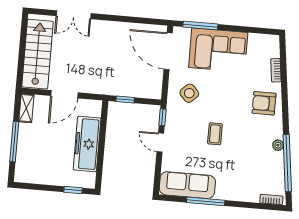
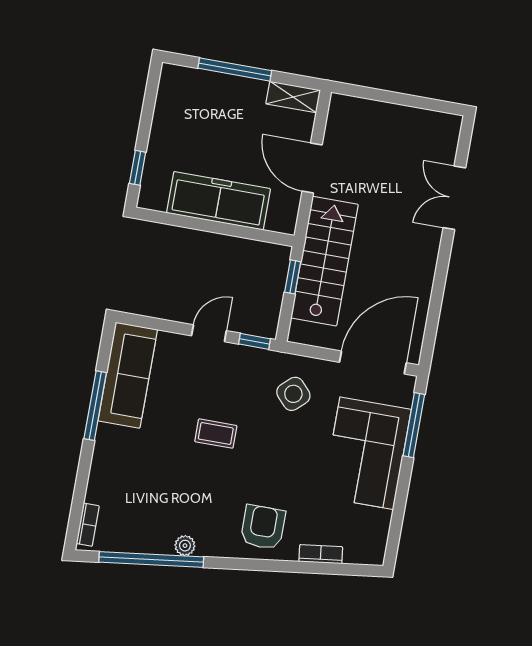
stairs: (38, 54) -> (325, 261), moved, turned -90

